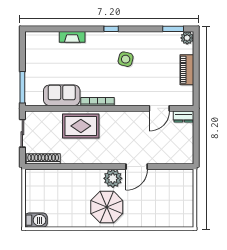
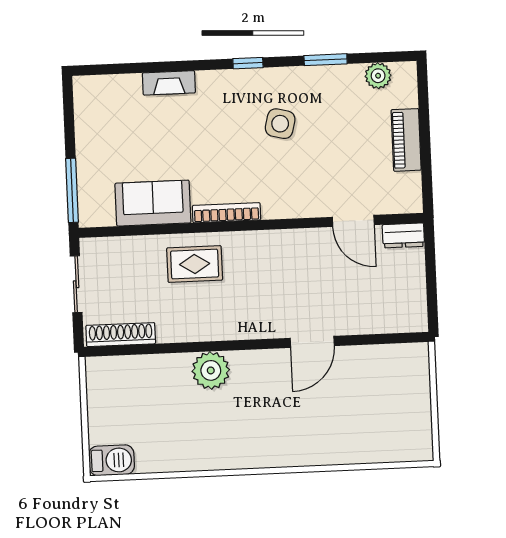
window: (173, 29) -> (326, 60), moved
plant: (187, 38) -> (378, 76), moved
door: (159, 108) -> (353, 221), hinge flipped
rug: (81, 126) -> (195, 264), width x0.73, depth x0.70
plant: (113, 178) -> (211, 370), moved
parasol: (107, 207) -> (255, 427), removed

